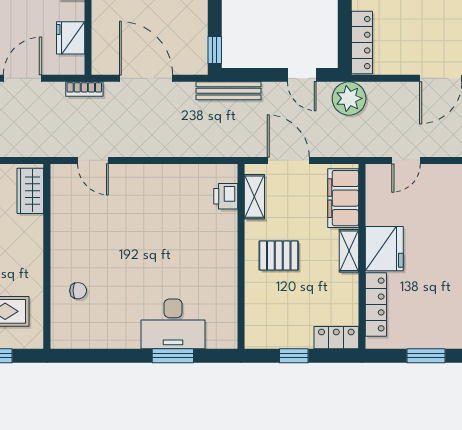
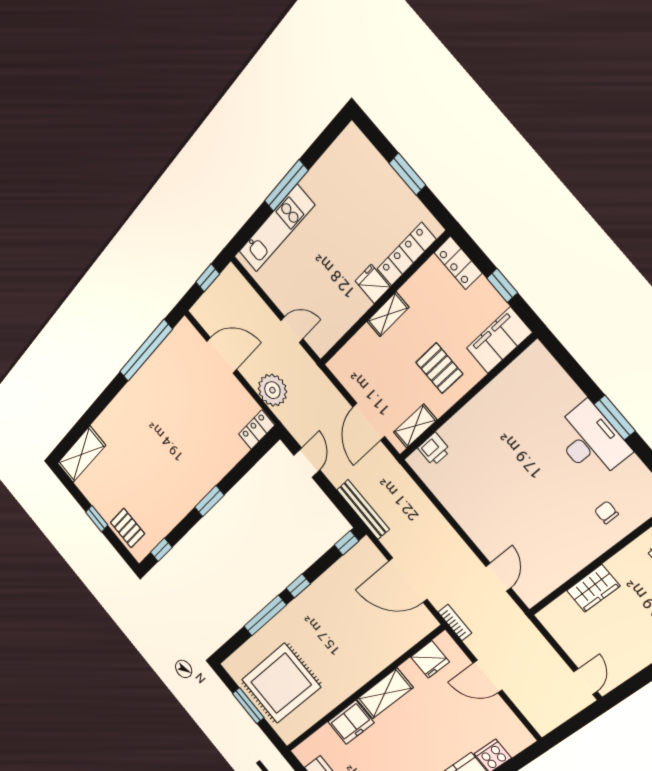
locker: (362, 43) -> (257, 430), width x0.66
door: (146, 78) -> (408, 580), hinge flipped
plant: (349, 98) -> (272, 390), moved
wardrobe: (30, 191) -> (593, 588), moved
filing cabinet: (343, 198) -> (499, 340), moved, turned 180
fridge: (384, 249) -> (373, 284), width x0.53, depth x0.75
desk: (173, 324) -> (591, 441), moved
window: (173, 356) -> (615, 418), moved

